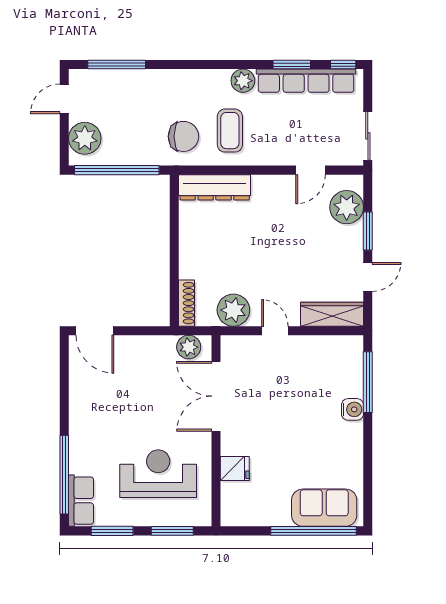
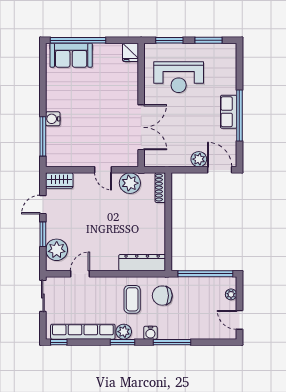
window: (117, 65) -> (172, 342), moved
window: (292, 65) -> (123, 342), moved
water cooler: (202, 79) -> (150, 333), added
door: (64, 99) -> (239, 320), swing flipped
plant: (85, 138) -> (231, 294), width x0.53, depth x0.53
wardrobe: (332, 314) -> (59, 180), width x0.67
plant: (189, 347) -> (199, 159), moved
fridge: (235, 468) -> (130, 52), moved, turned -90
window: (64, 475) -> (239, 115), moved
row of seats: (81, 501) -> (229, 112), moved

